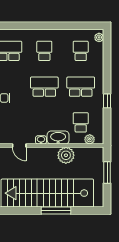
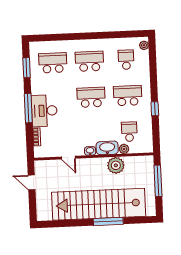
school desk: (44, 51) -> (89, 61), width x1.85
plant: (90, 139) -> (124, 149), moved
window: (107, 172) -> (158, 181), width x1.44

